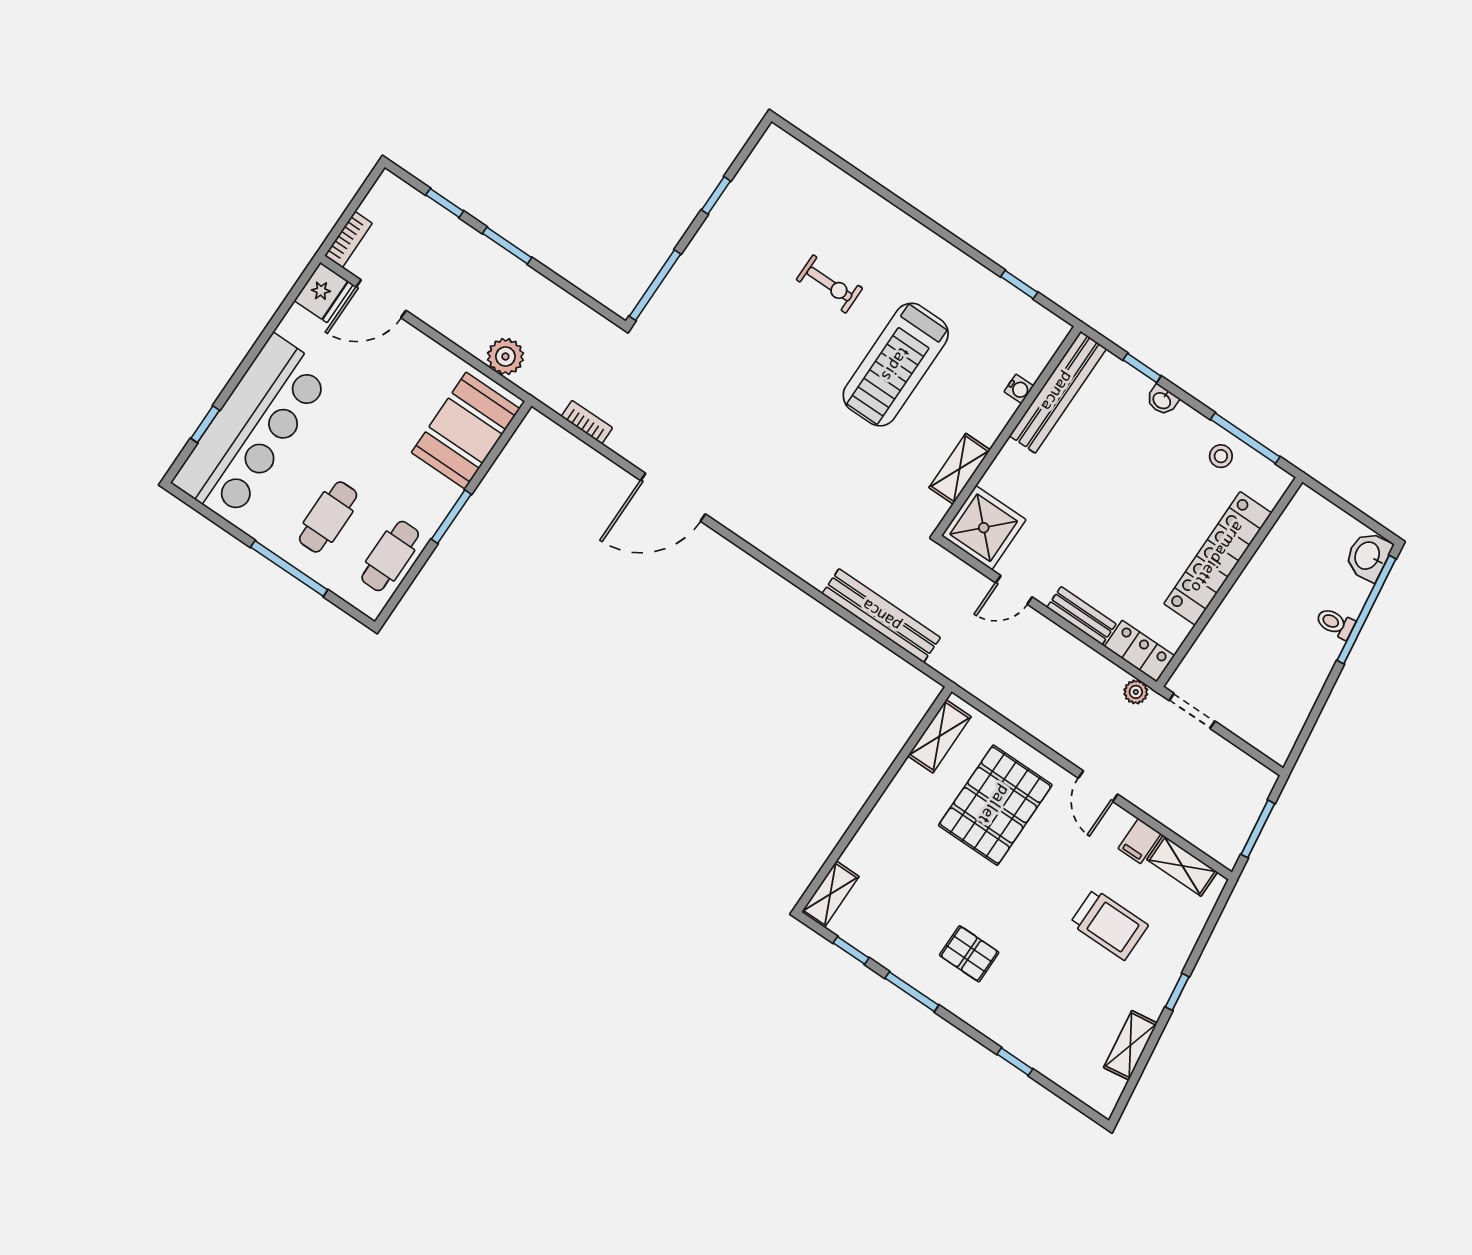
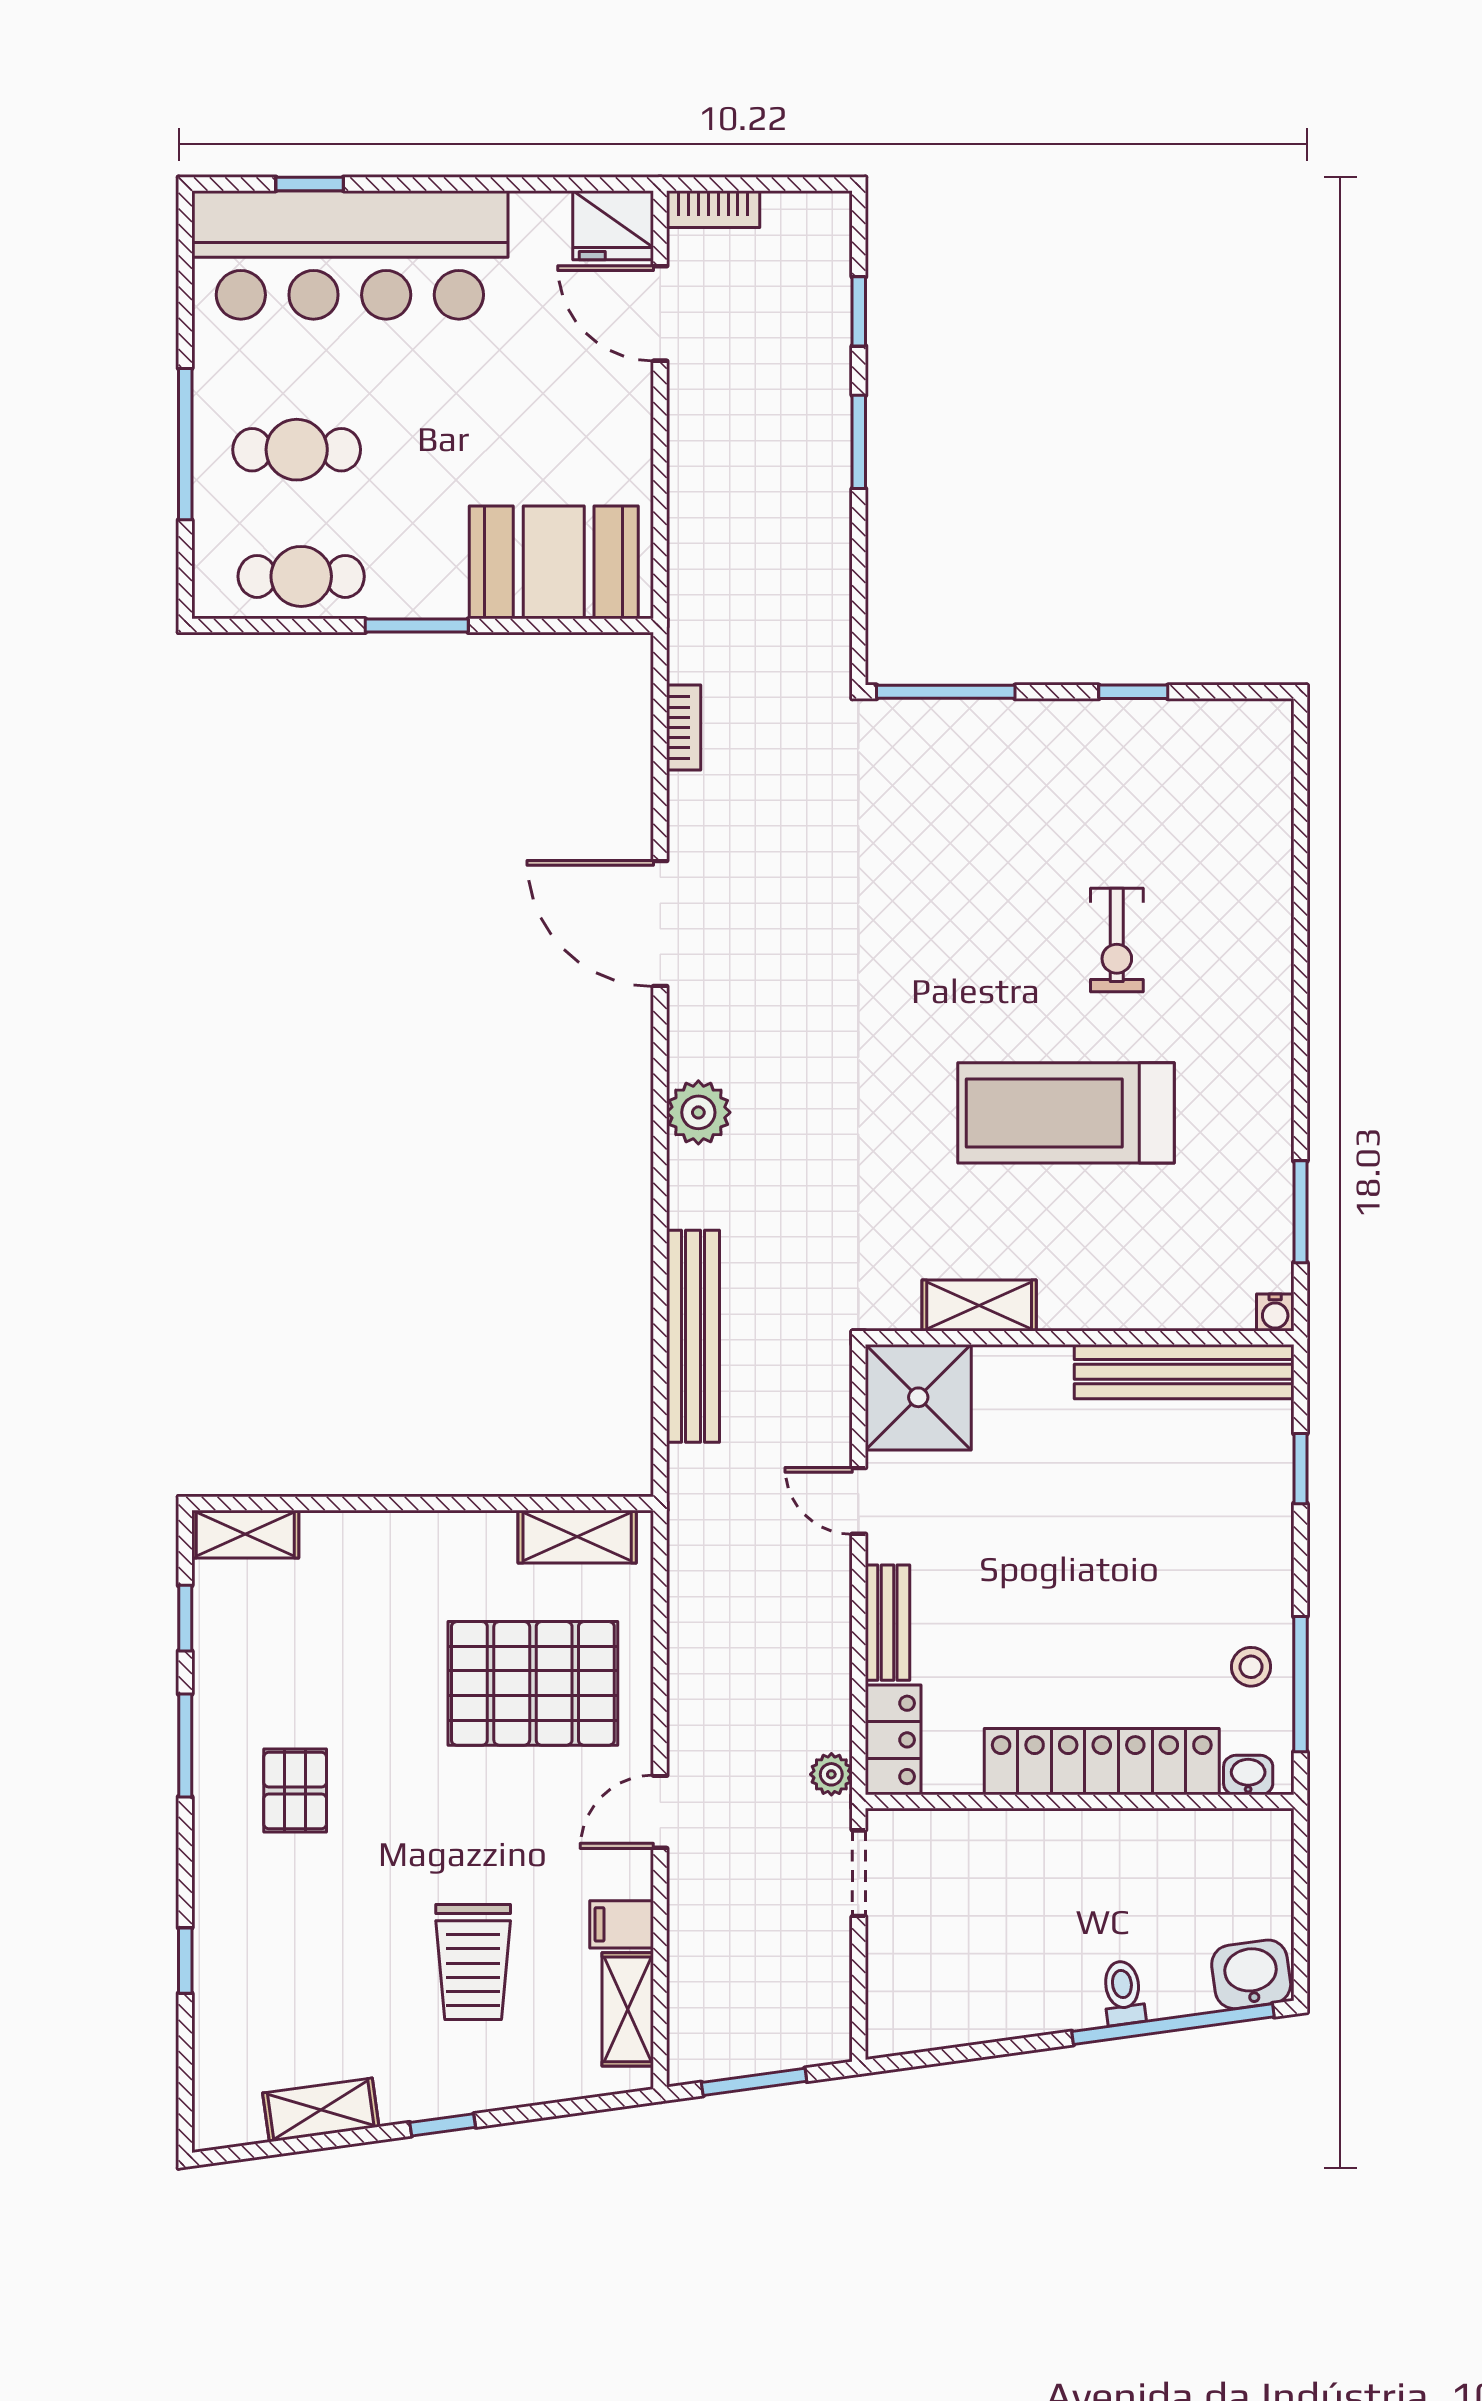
window: (1019, 284) -> (1300, 1212), width x1.50
plant: (505, 357) -> (698, 1112), moved
water cooler: (1019, 389) -> (1275, 1313), moved
washbasin: (1162, 400) -> (1248, 1775), moved, turned 90

